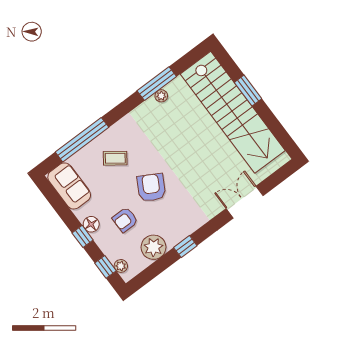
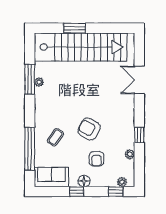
window: (83, 236) -> (77, 192), moved
plant: (153, 247) -> (130, 154), width x0.53, depth x0.53

